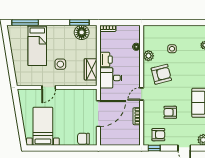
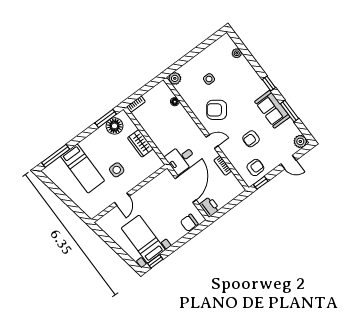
plant: (148, 56) -> (175, 78), moved
printer: (106, 60) -> (210, 207), moved
wardrobe: (91, 69) -> (140, 143), moved
armchair: (161, 74) -> (217, 110), turned -129
desk: (111, 78) -> (181, 159), moved
door: (142, 94) -> (212, 142), swing flipped
window: (40, 148) -> (155, 261), added

